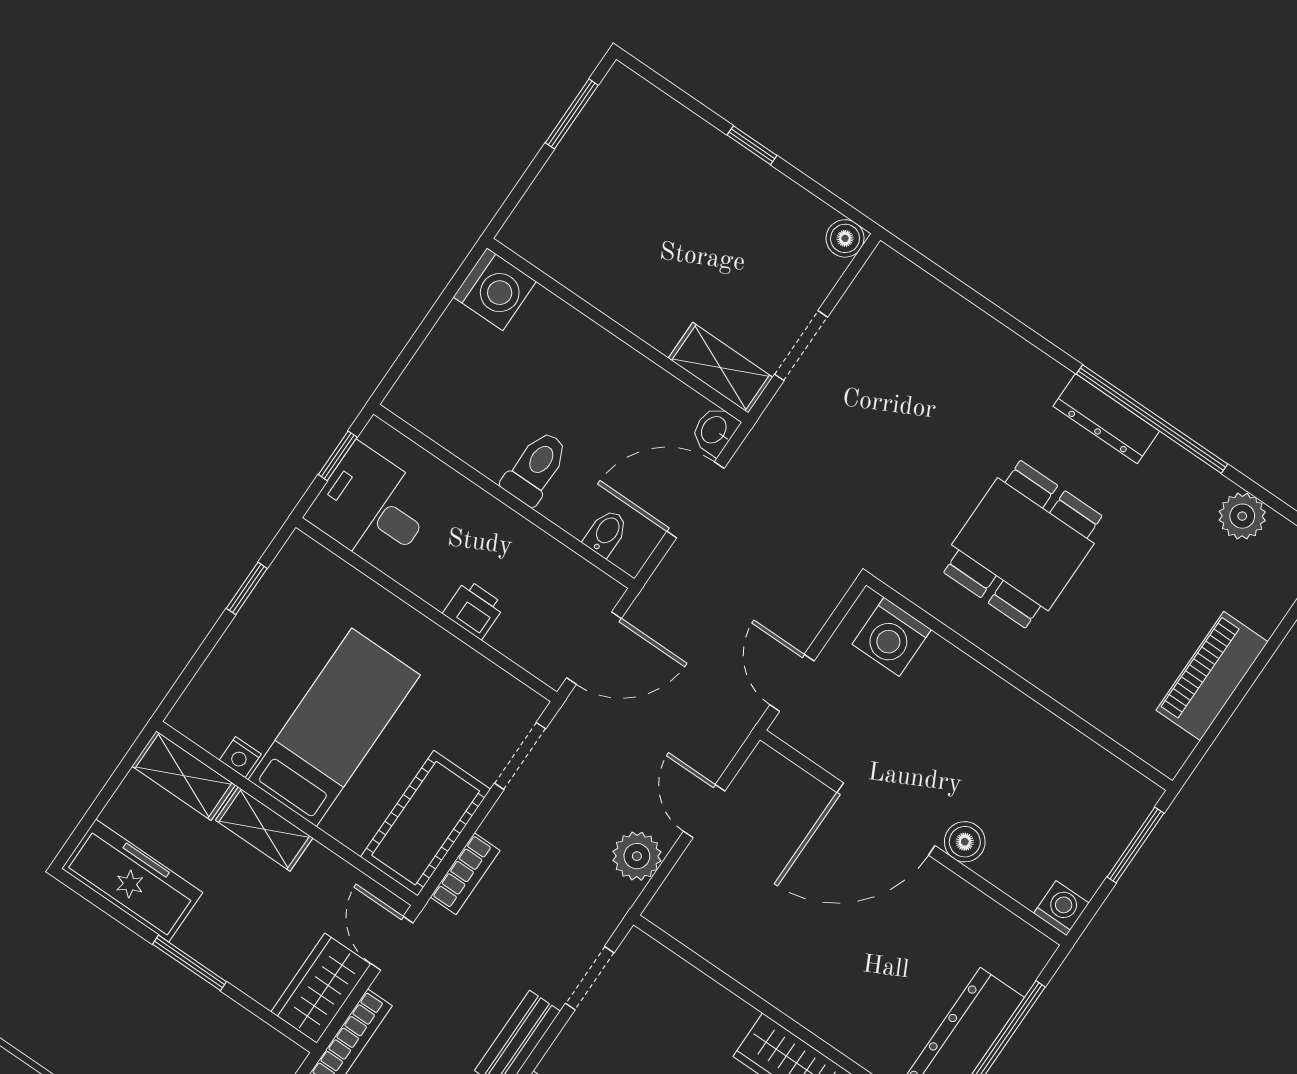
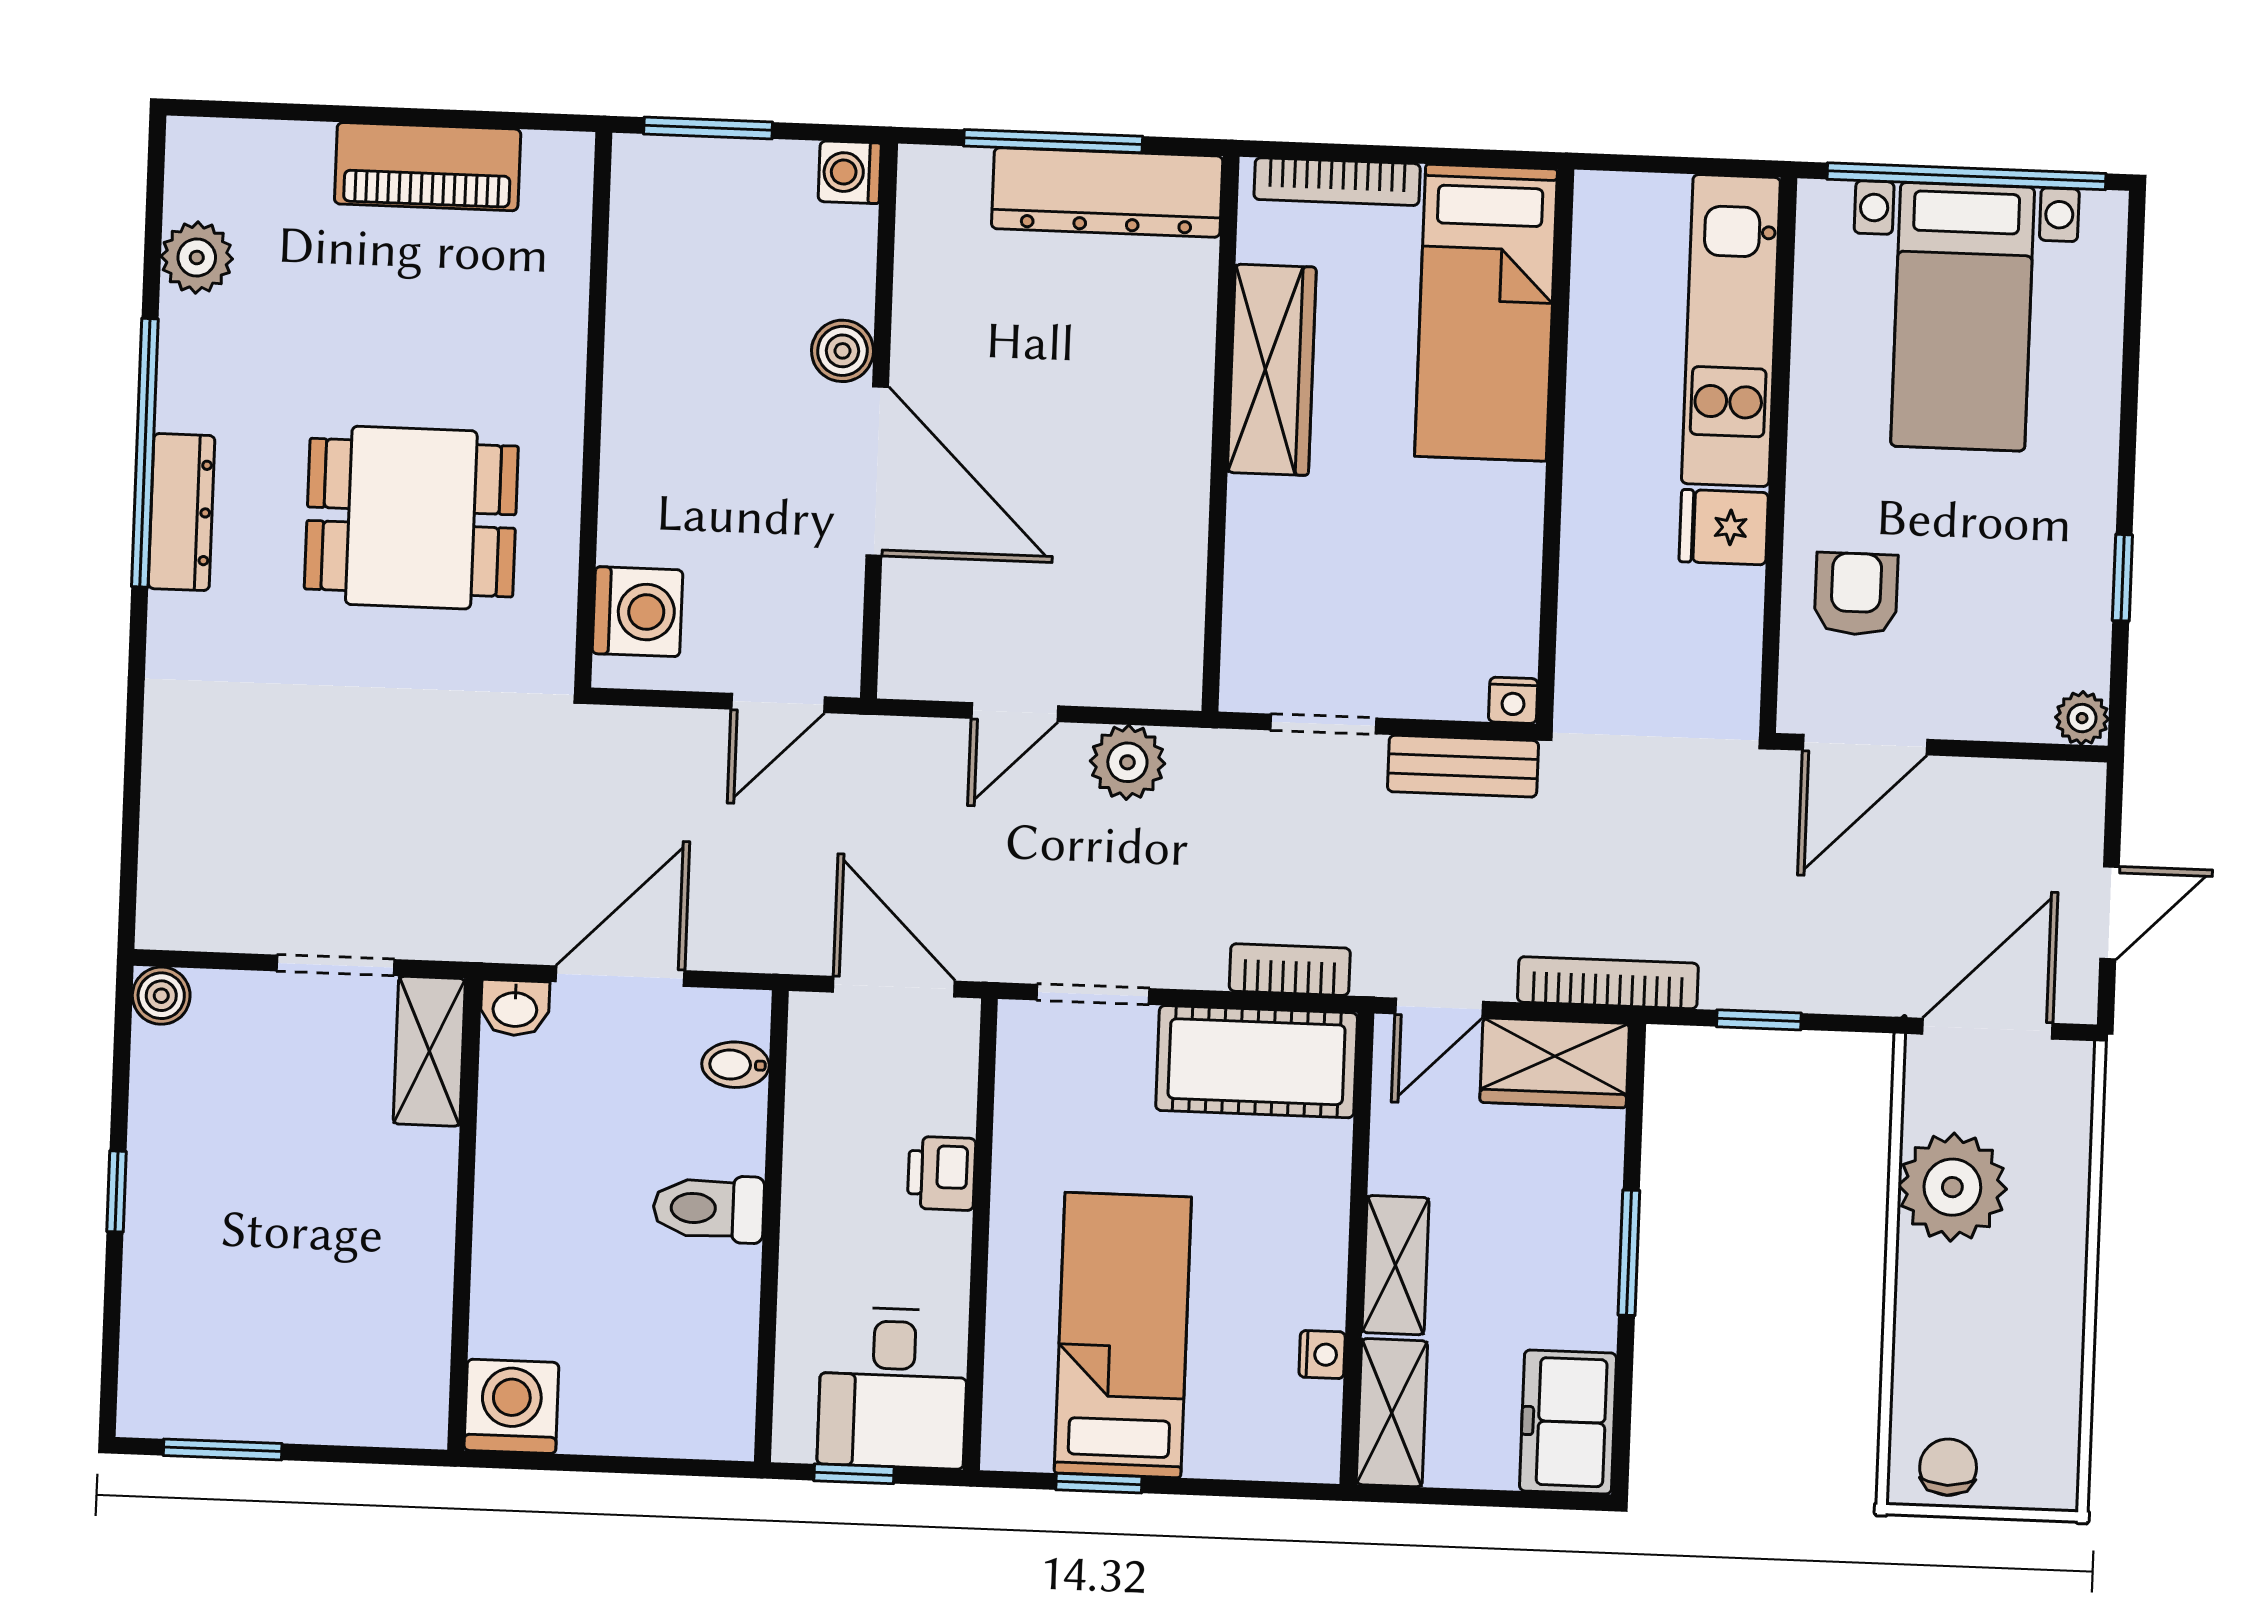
door: (696, 500) -> (620, 976), swing flipped
bed: (334, 727) -> (1123, 1335), moved, turned 90
freezer: (132, 881) -> (1568, 1422), width x0.71

